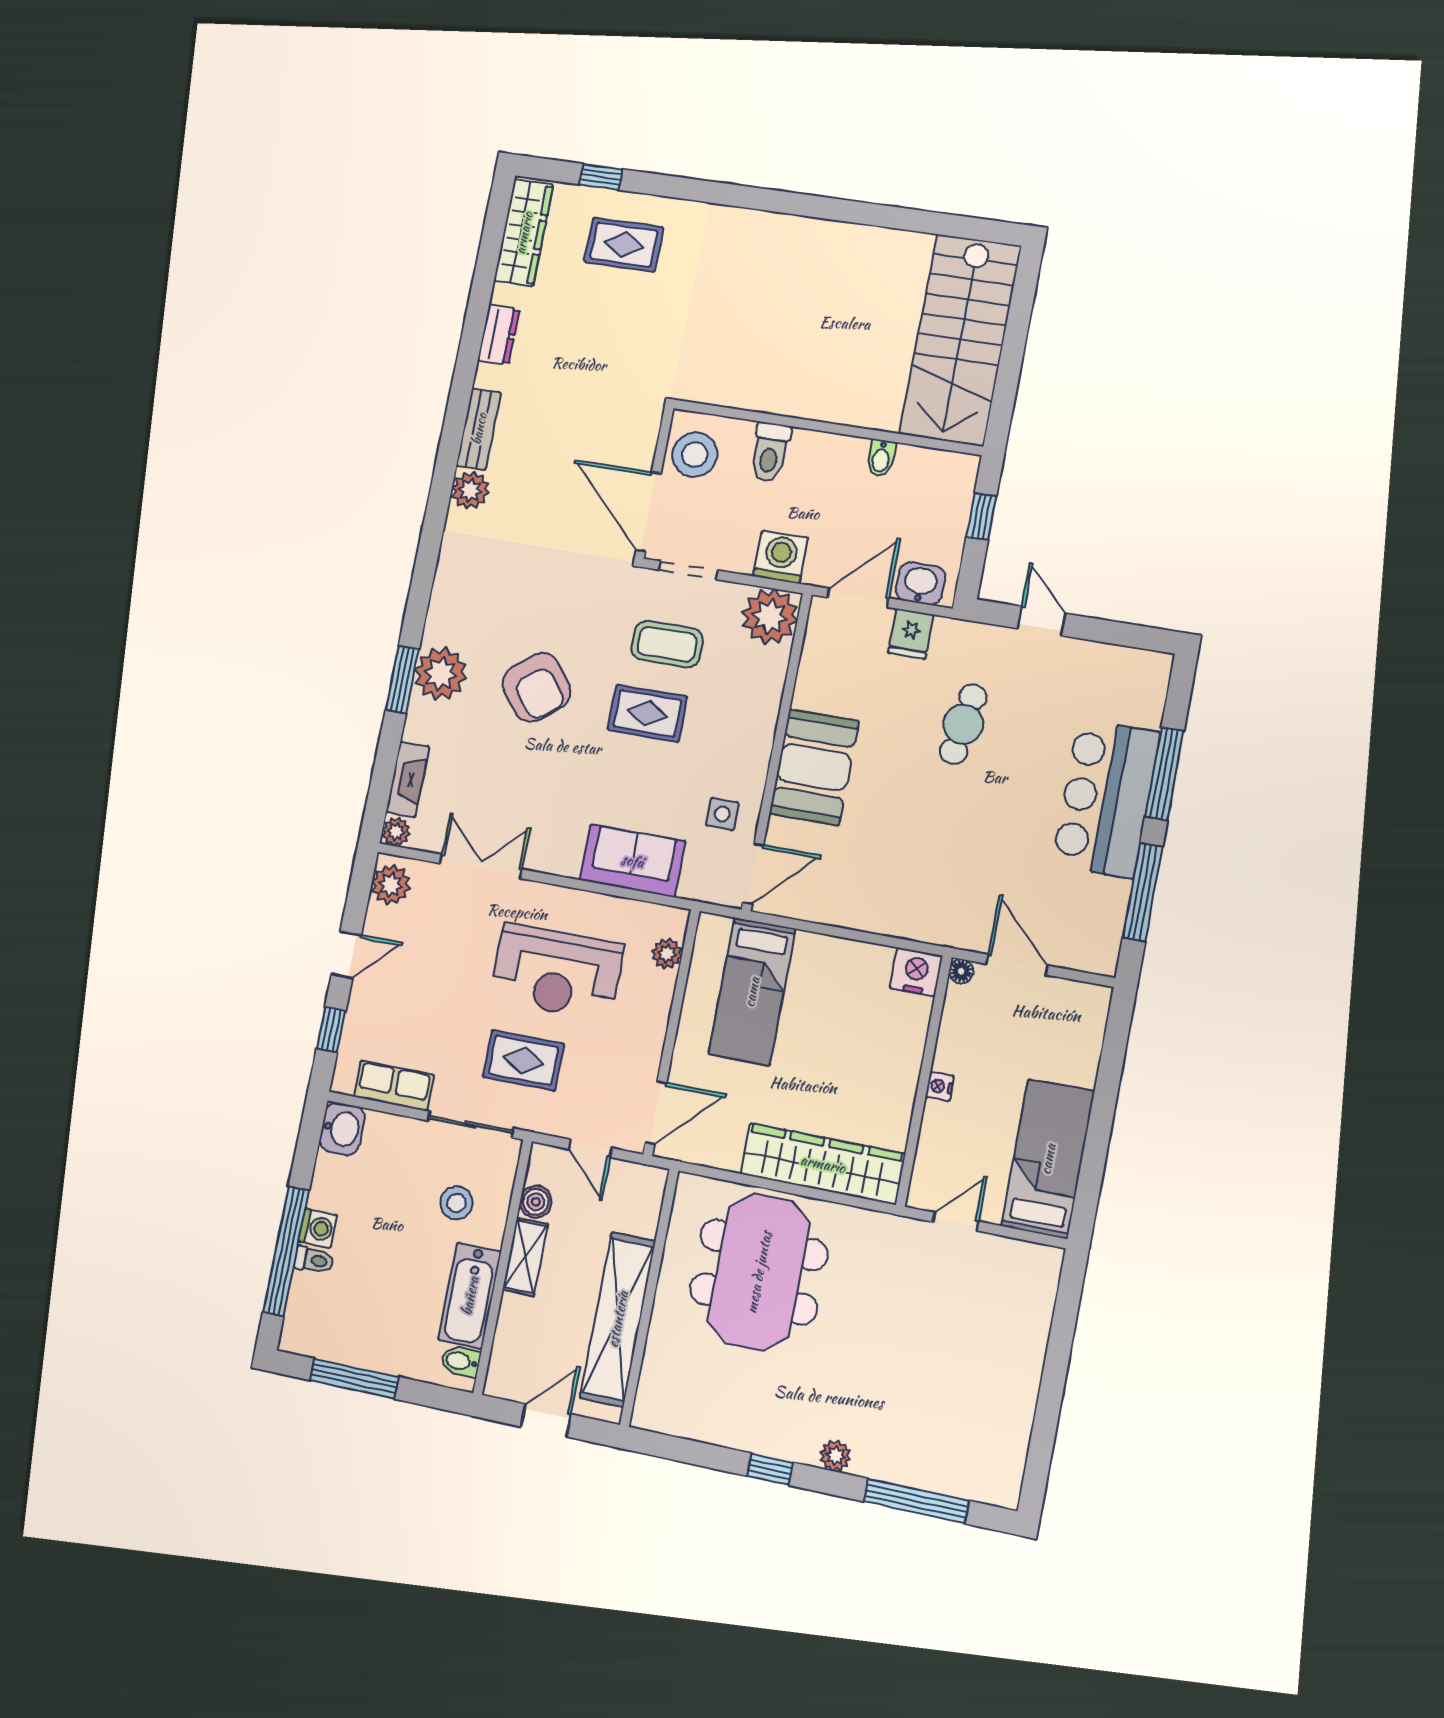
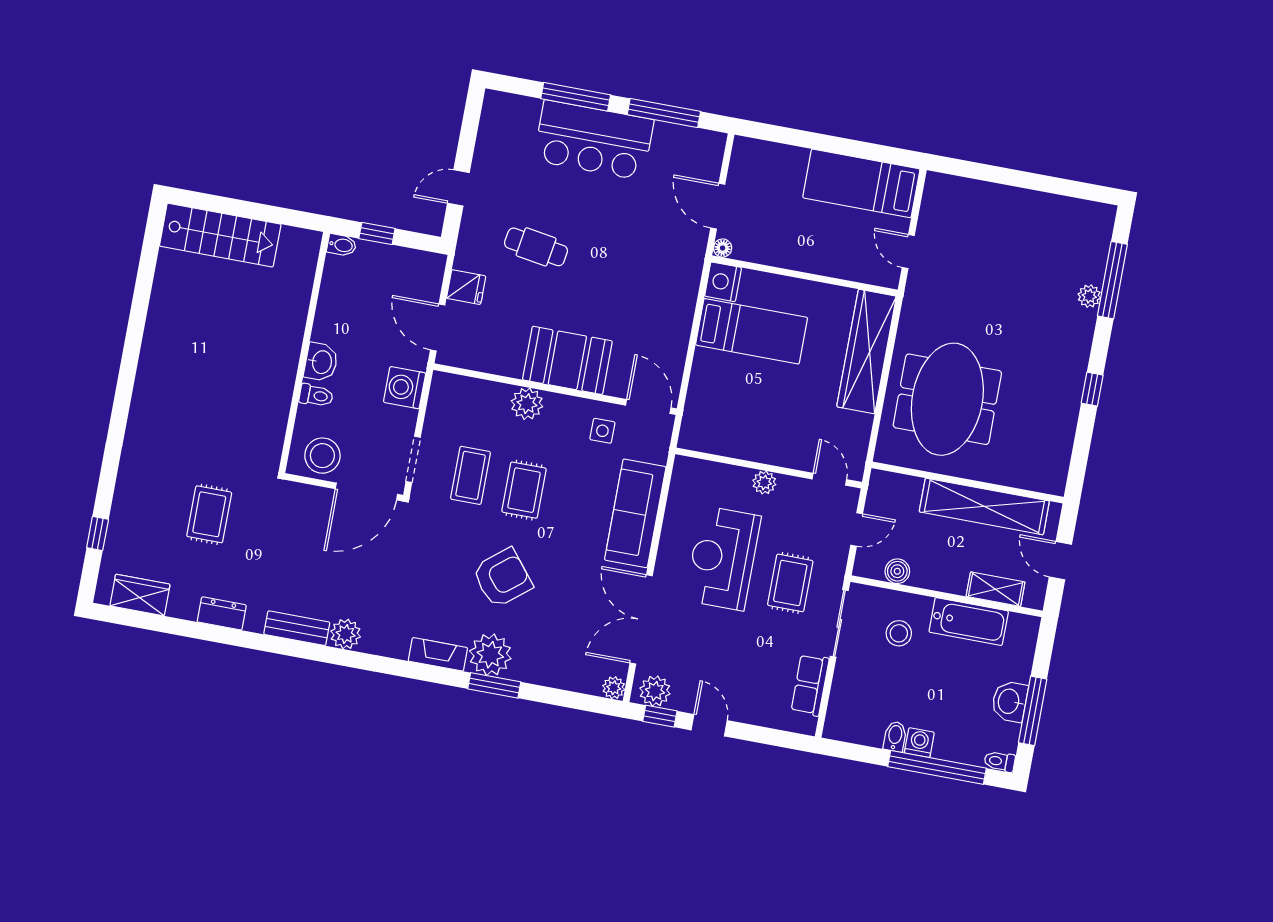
wardrobe: (524, 233) -> (140, 595), width x0.67
rug: (624, 245) -> (209, 514), moved
stairs: (960, 340) -> (220, 235), width x0.73, depth x0.66
toilet: (770, 452) -> (316, 395), width x0.73, depth x0.72
bidet: (881, 458) -> (342, 245), moved
washbasin: (920, 584) -> (321, 362), moved, turned 180
plant: (770, 617) -> (527, 404), moved, width x0.73, depth x0.73
fireplace: (408, 779) -> (438, 654), moved
sofa: (633, 861) -> (635, 513), width x1.36
double door: (481, 866) -> (641, 619), width x1.37
plant: (667, 954) -> (764, 483), moved
door: (1017, 965) -> (718, 206), hinge flipped
reception desk: (557, 972) -> (723, 558), turned 180
bed: (752, 992) -> (752, 331), moved
window: (331, 1030) -> (660, 716), moved
nightstand: (940, 1086) -> (808, 264), removed
door: (656, 1113) -> (829, 479), width x0.73
washbasin: (342, 1129) -> (1009, 701), moved, turned -90
shelving: (525, 1257) -> (996, 589), moved
toilet: (314, 1260) -> (1000, 761), moved, turned -90
meeting table: (759, 1272) -> (947, 399), turned 90
bidet: (461, 1361) -> (895, 737), moved, turned 180
plant: (835, 1456) -> (1089, 296), moved

